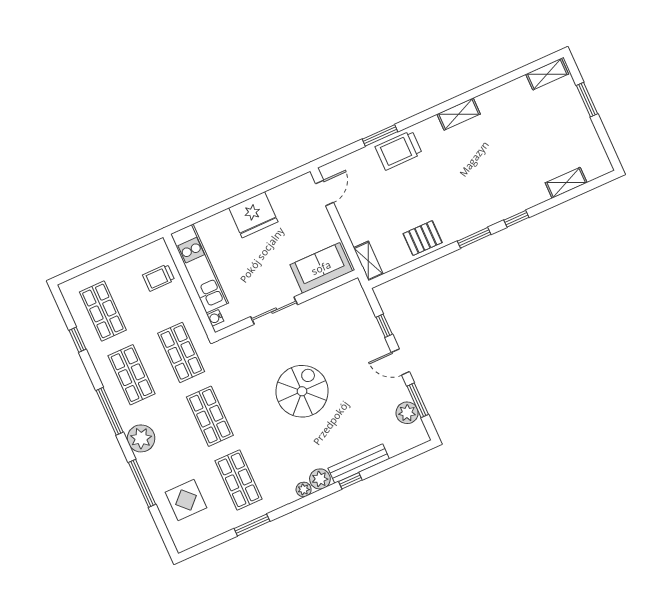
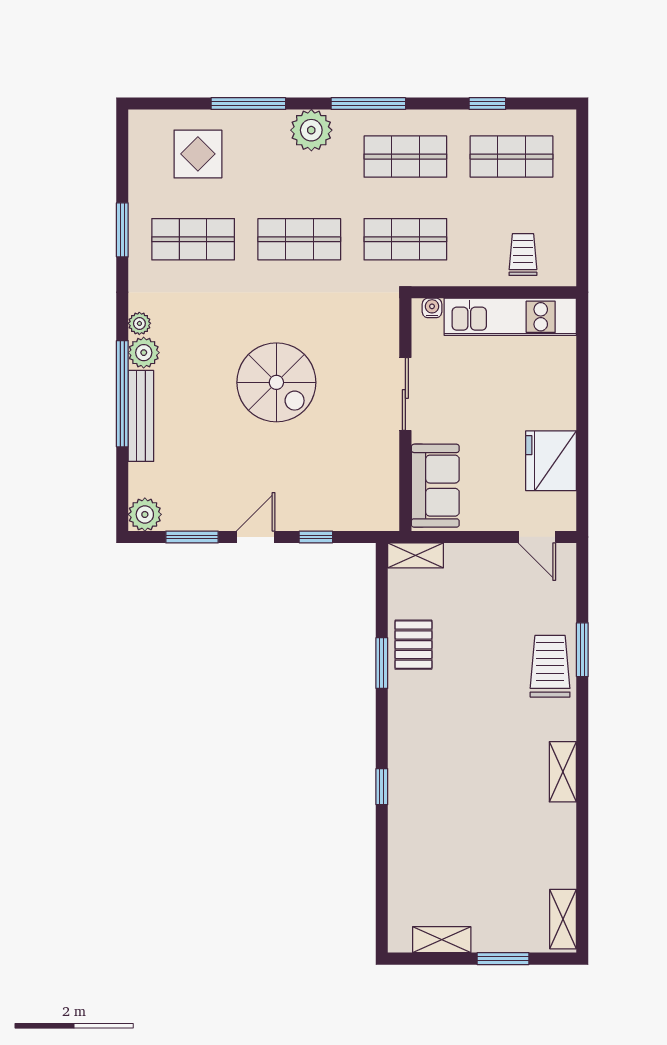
shelving: (566, 183) -> (442, 940), moved, turned 90
fridge: (253, 215) -> (551, 461), moved
window: (474, 238) -> (382, 663), moved
plant: (407, 413) -> (145, 514), moved
window: (350, 481) -> (122, 394), width x3.17

